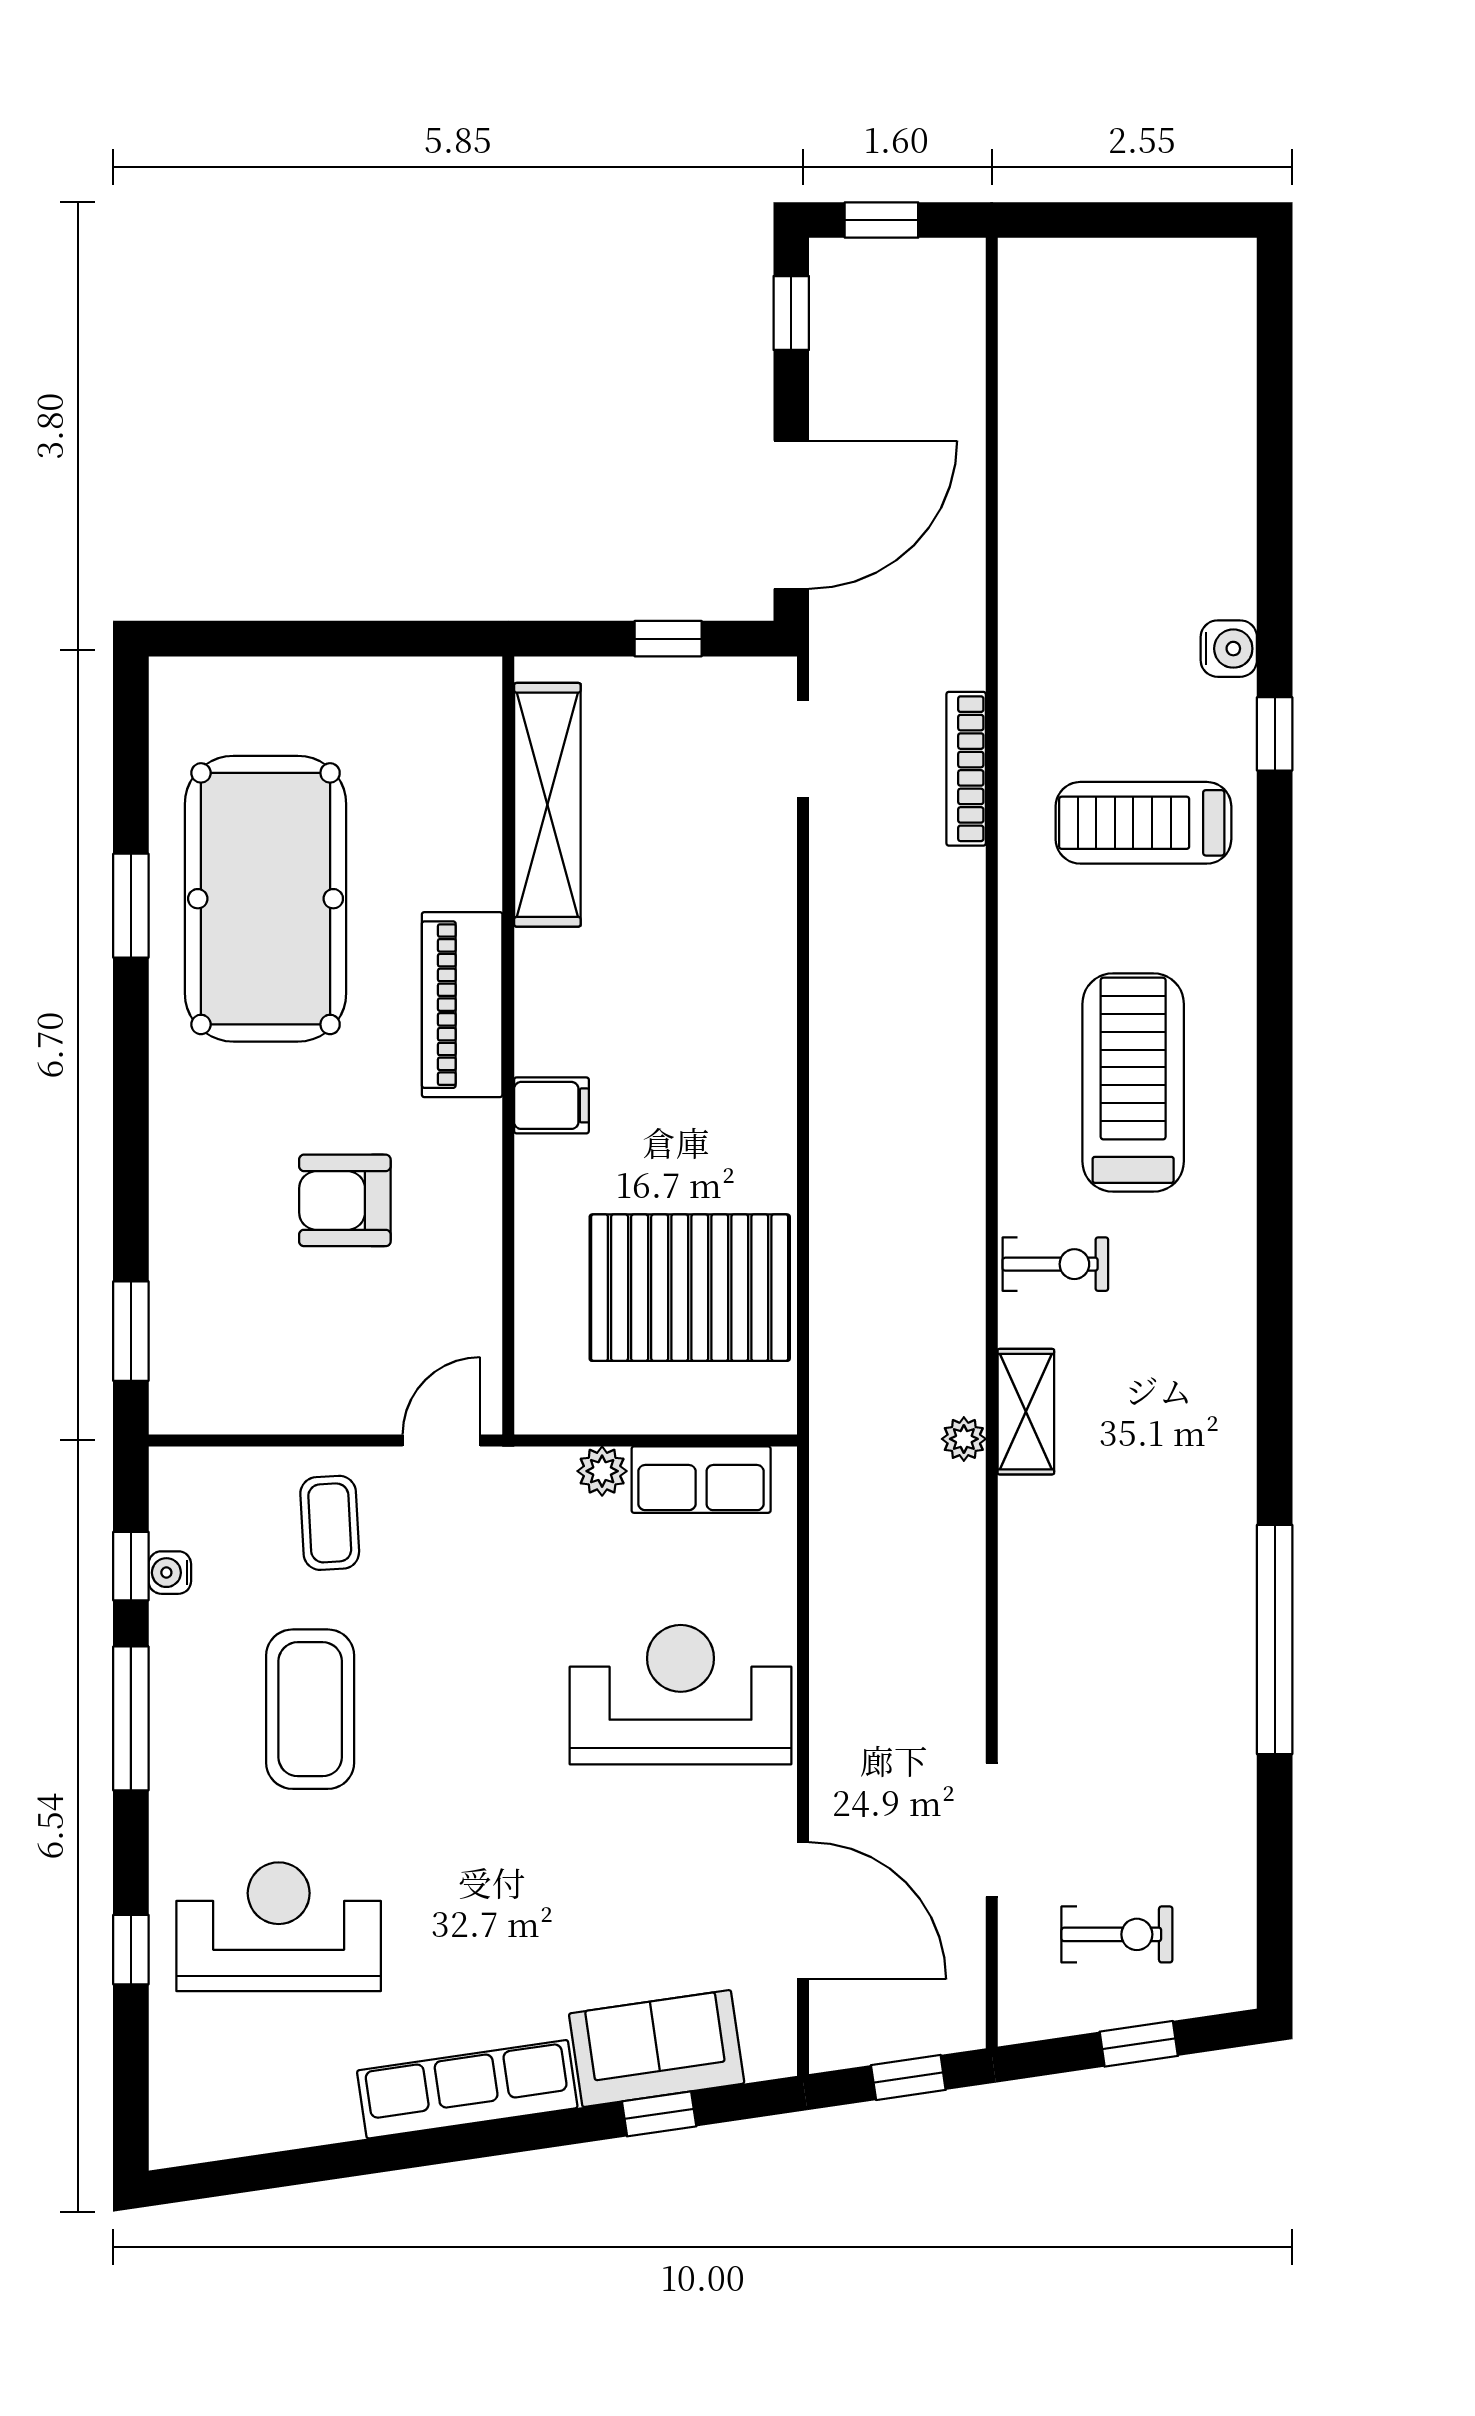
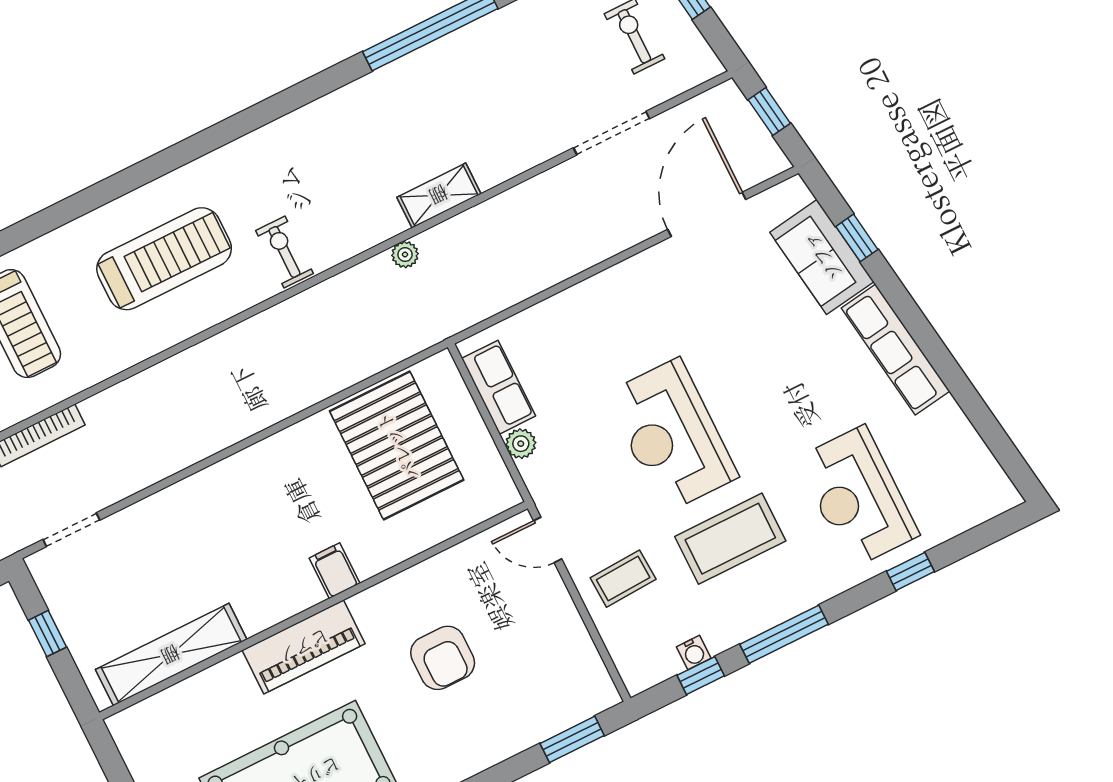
treadmill: (1133, 1083) -> (164, 259), turned 180
shelving: (1026, 1412) -> (439, 195), moved
reception desk: (681, 1695) -> (672, 435), moved

